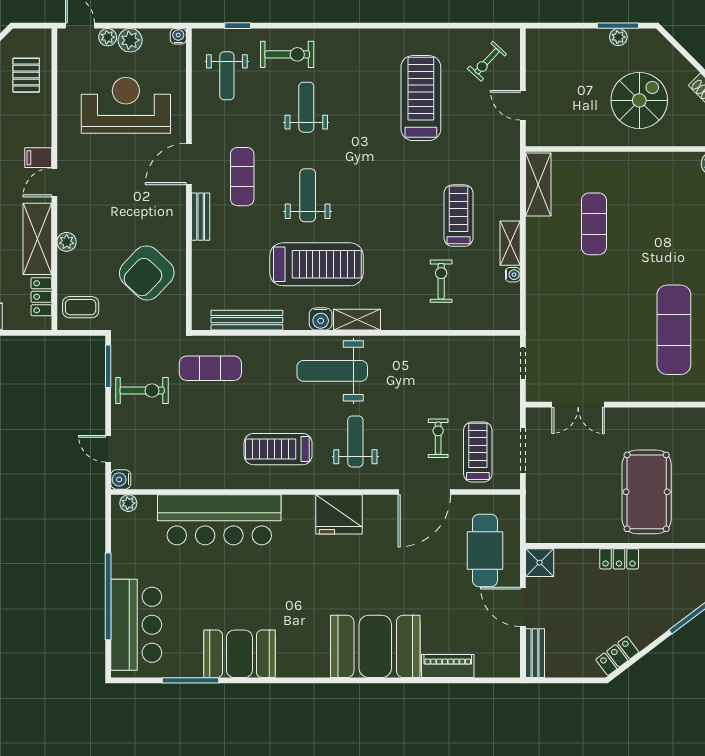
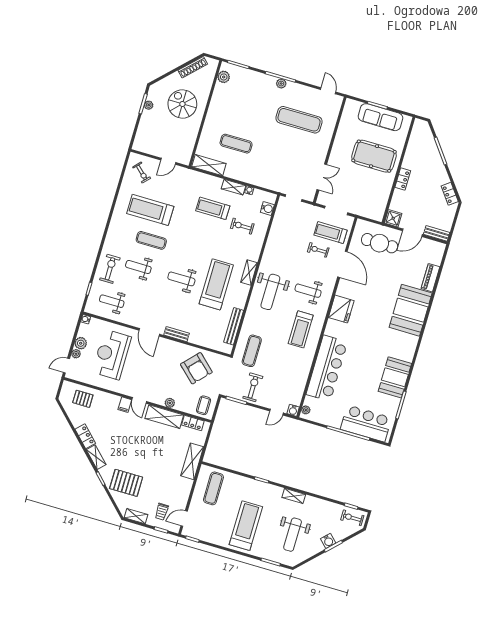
weight bench: (227, 76) -> (112, 301), turned 180
exercise mat: (242, 177) -> (151, 240), moved
water cooler: (321, 319) -> (267, 208), moved

